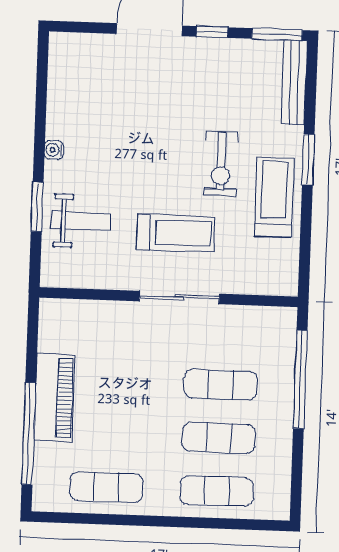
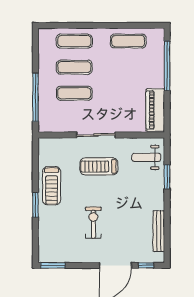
window: (212, 32) -> (146, 265), moved
bench: (294, 82) -> (159, 231), moved
water cooler: (54, 150) -> (160, 205), removed
exercise bike: (221, 164) -> (93, 223), moved
weight bench: (81, 221) -> (146, 157), moved
piano: (54, 398) -> (155, 110), moved

